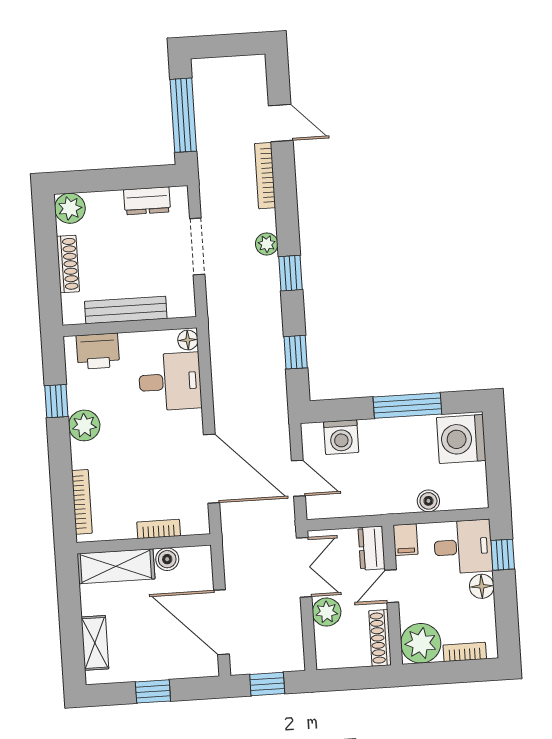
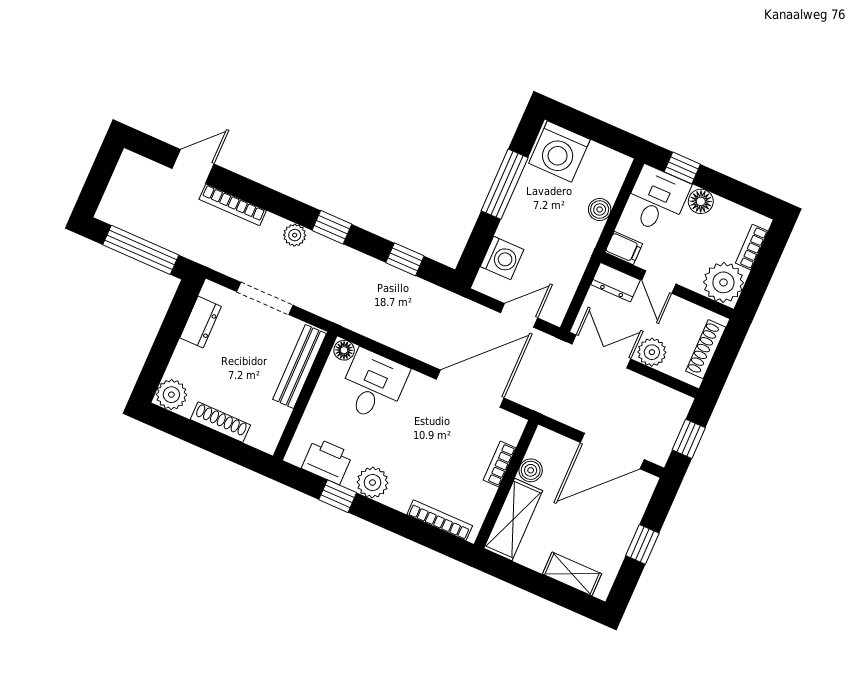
bench: (126, 310) -> (299, 366), moved
printer: (98, 351) -> (327, 461), moved, turned -90
shoe rack: (380, 638) -> (706, 349), moved, turned 90

